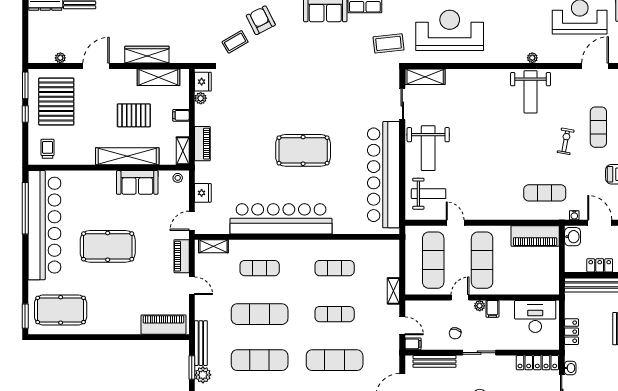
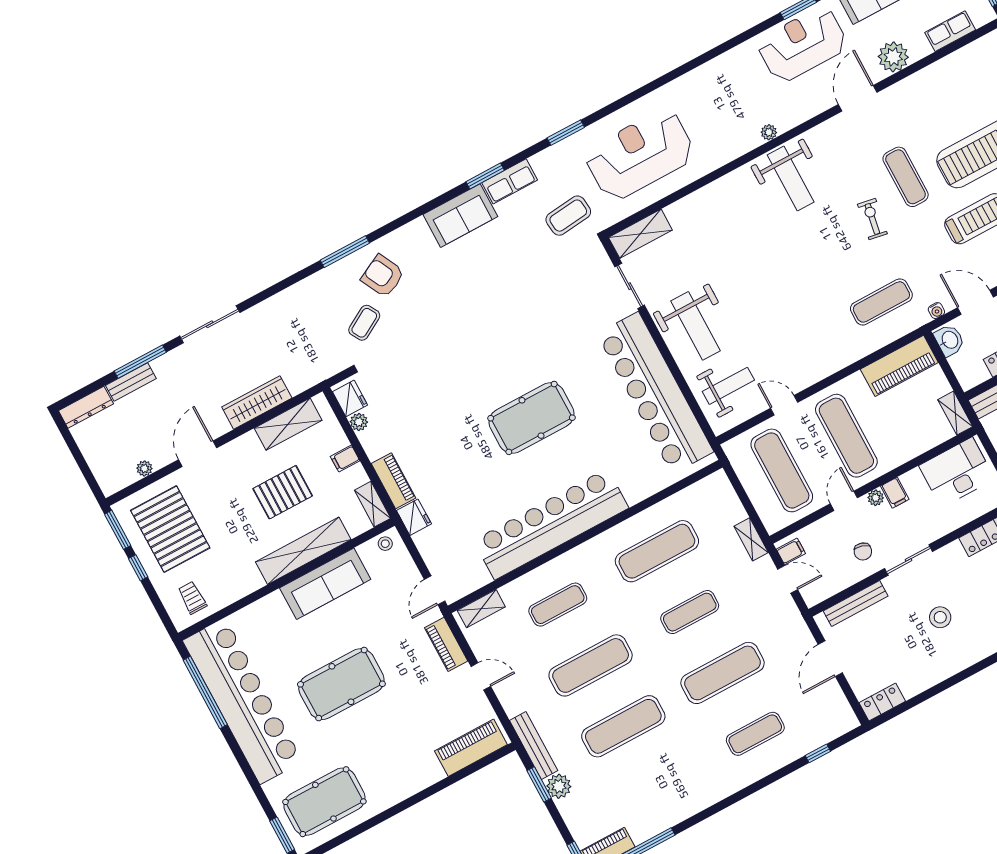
sofa: (137, 182) -> (325, 584), width x1.36
fridge: (203, 193) -> (414, 517), moved
exercise mat: (335, 268) -> (657, 551), width x1.36, depth x1.45
shelving: (553, 281) -> (955, 413), added
filing cabinet: (413, 344) -> (791, 551), moved

